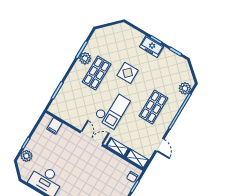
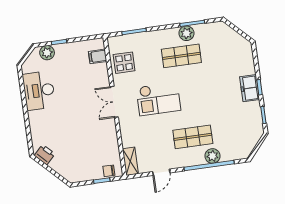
display table: (128, 73) -> (124, 63), moved
plant: (185, 88) -> (212, 156), moved
double door: (91, 139) -> (114, 102), swing flipped
shelving: (118, 147) -> (126, 134), removed

